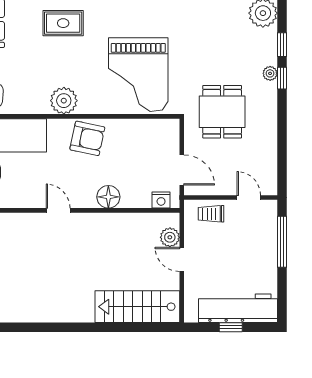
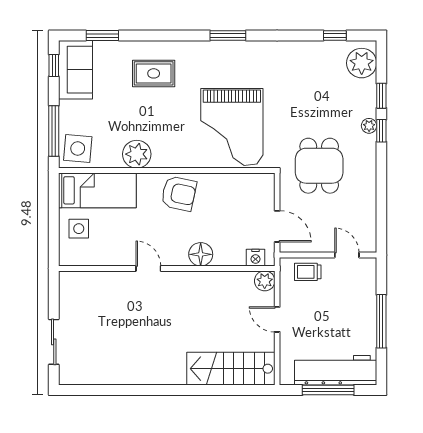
plant: (64, 101) -> (137, 154), moved
plant: (170, 237) -> (265, 281), moved
window: (282, 242) -> (381, 321), moved
window: (231, 327) -> (328, 390), width x2.17

